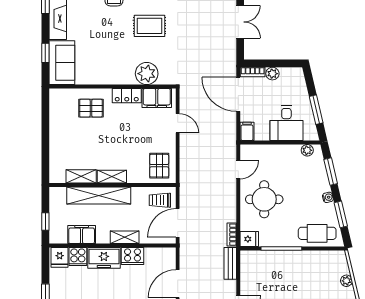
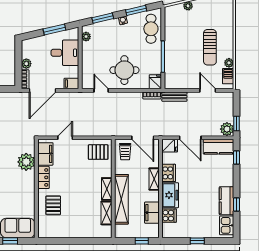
fridge: (60, 257) -> (170, 146), moved

